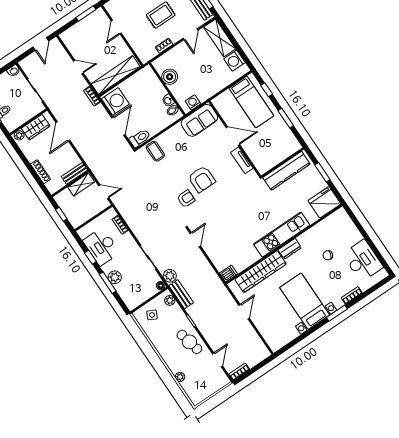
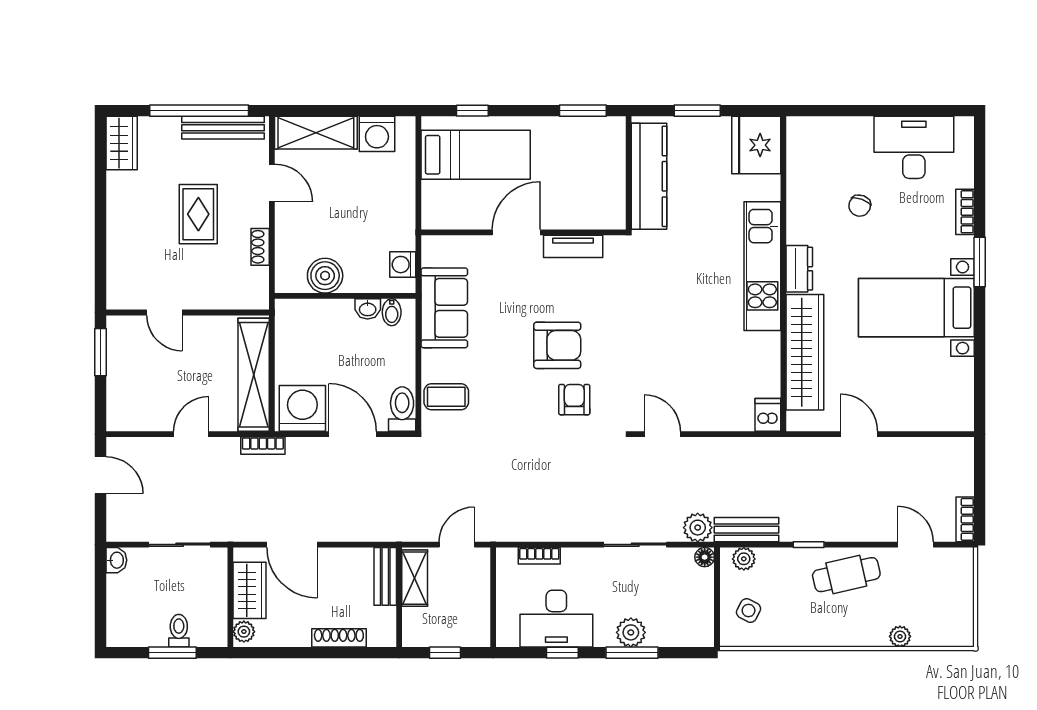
window: (286, 118) -> (583, 111), moved
sofa: (199, 120) -> (444, 308), moved

